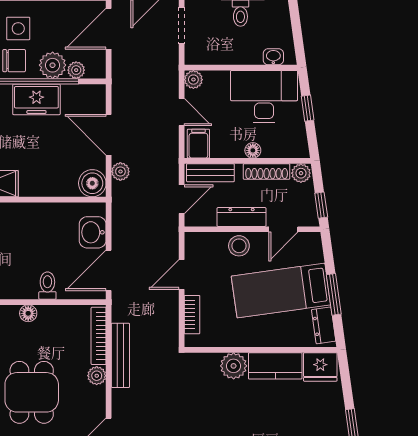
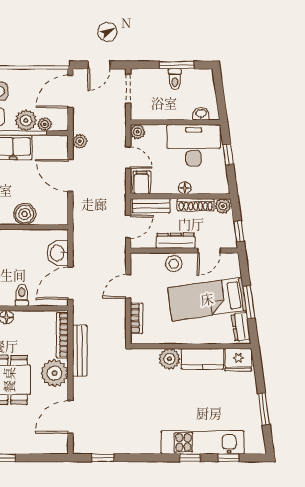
plant: (120, 172) -> (80, 141), moved
boiler: (92, 183) -> (25, 214), moved
plant: (97, 376) -> (54, 373), width x1.88, depth x1.88

